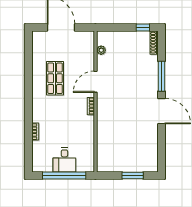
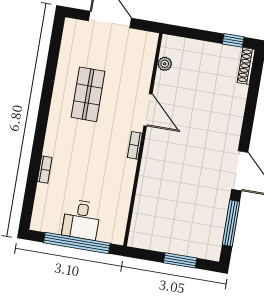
window: (161, 76) -> (231, 223), moved
door: (95, 82) -> (148, 110), swing flipped

